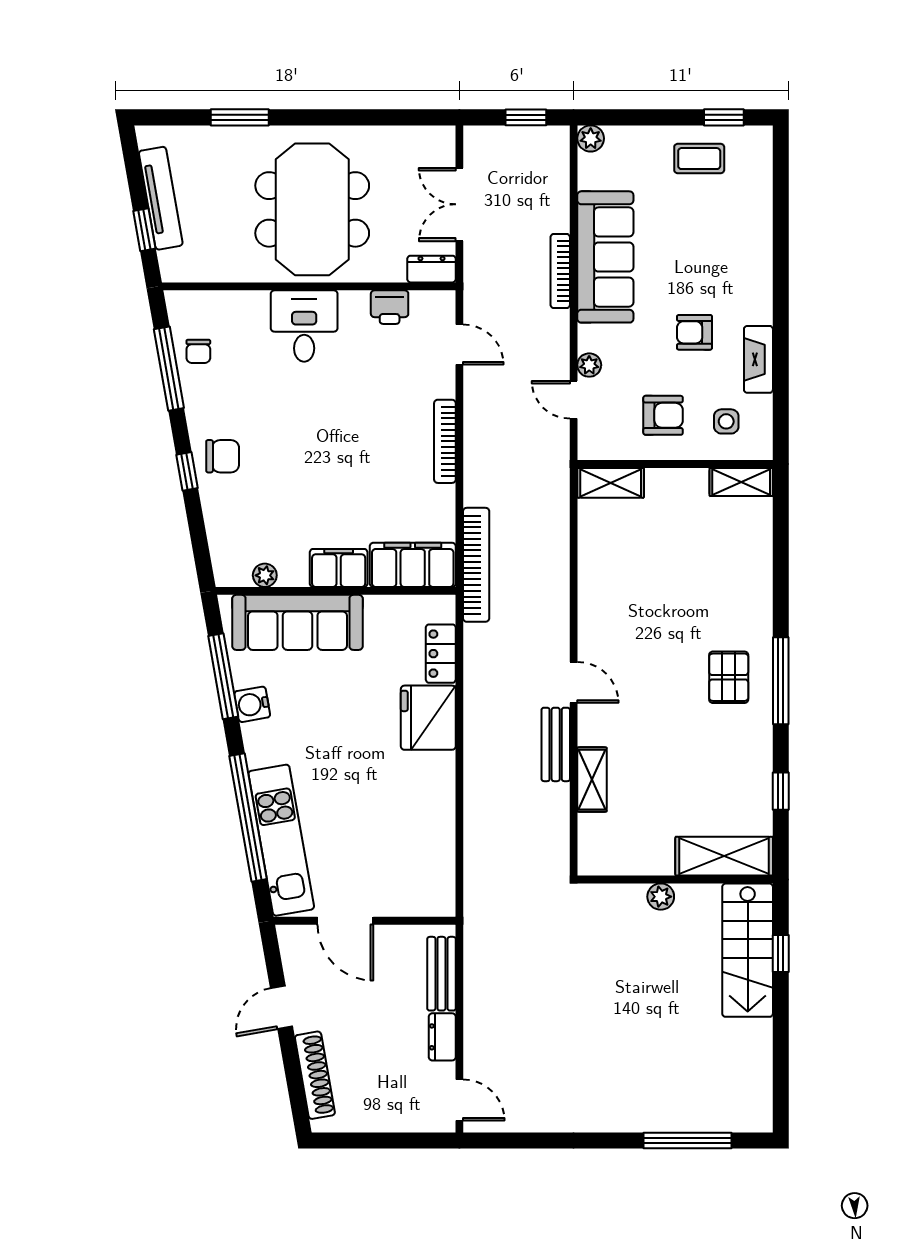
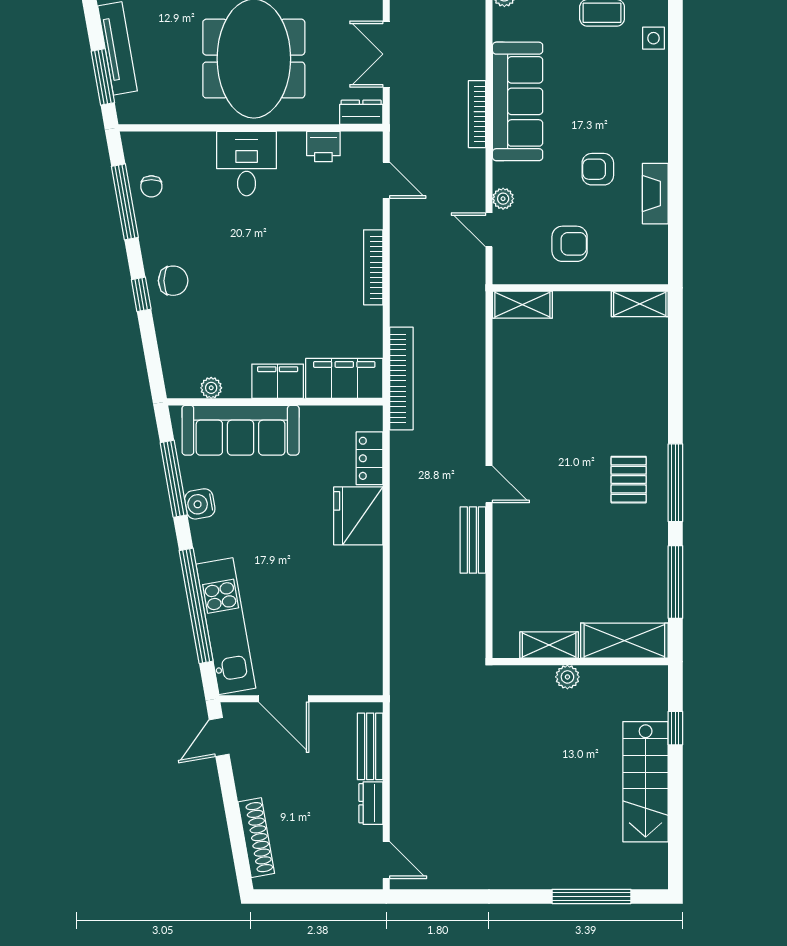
window: (144, 230) -> (103, 77), width x1.50
side table: (726, 421) -> (653, 38), moved
shelving: (592, 780) -> (549, 645), moved, turned 90
window: (781, 791) -> (675, 582), width x2.17
stairs: (748, 950) -> (646, 782), moved
door: (281, 1007) -> (219, 737), moved

